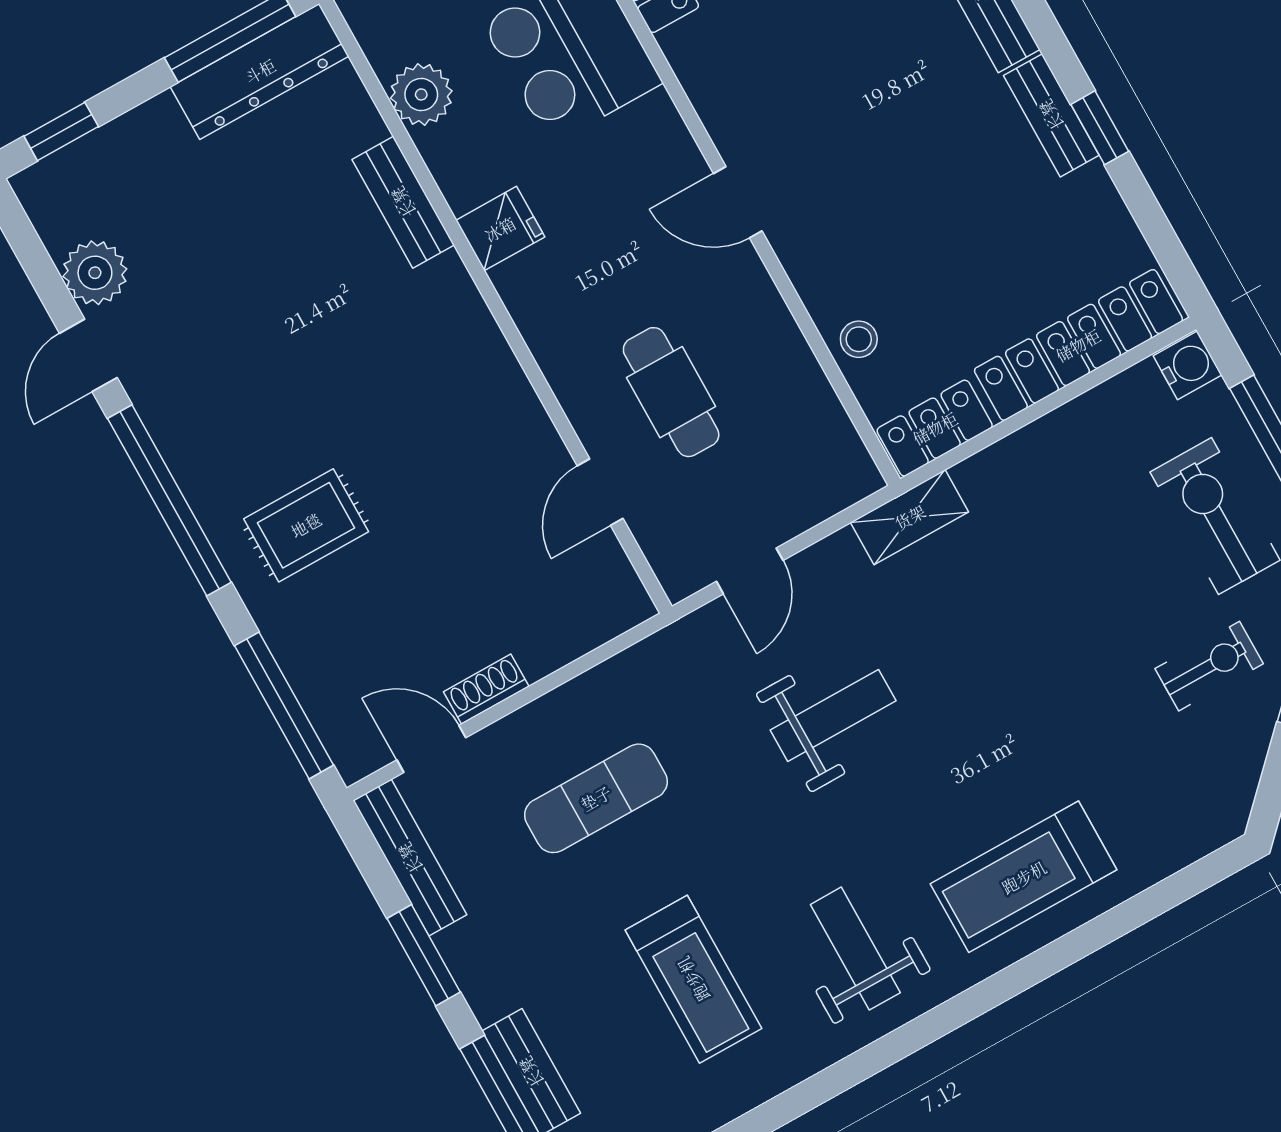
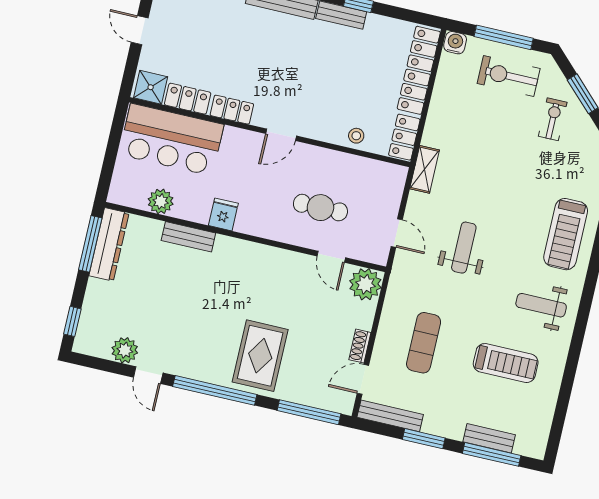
locker: (703, 73) -> (232, 110), added
rug: (306, 525) -> (260, 356), width x1.36, depth x1.43
plant: (606, 598) -> (365, 284), added

